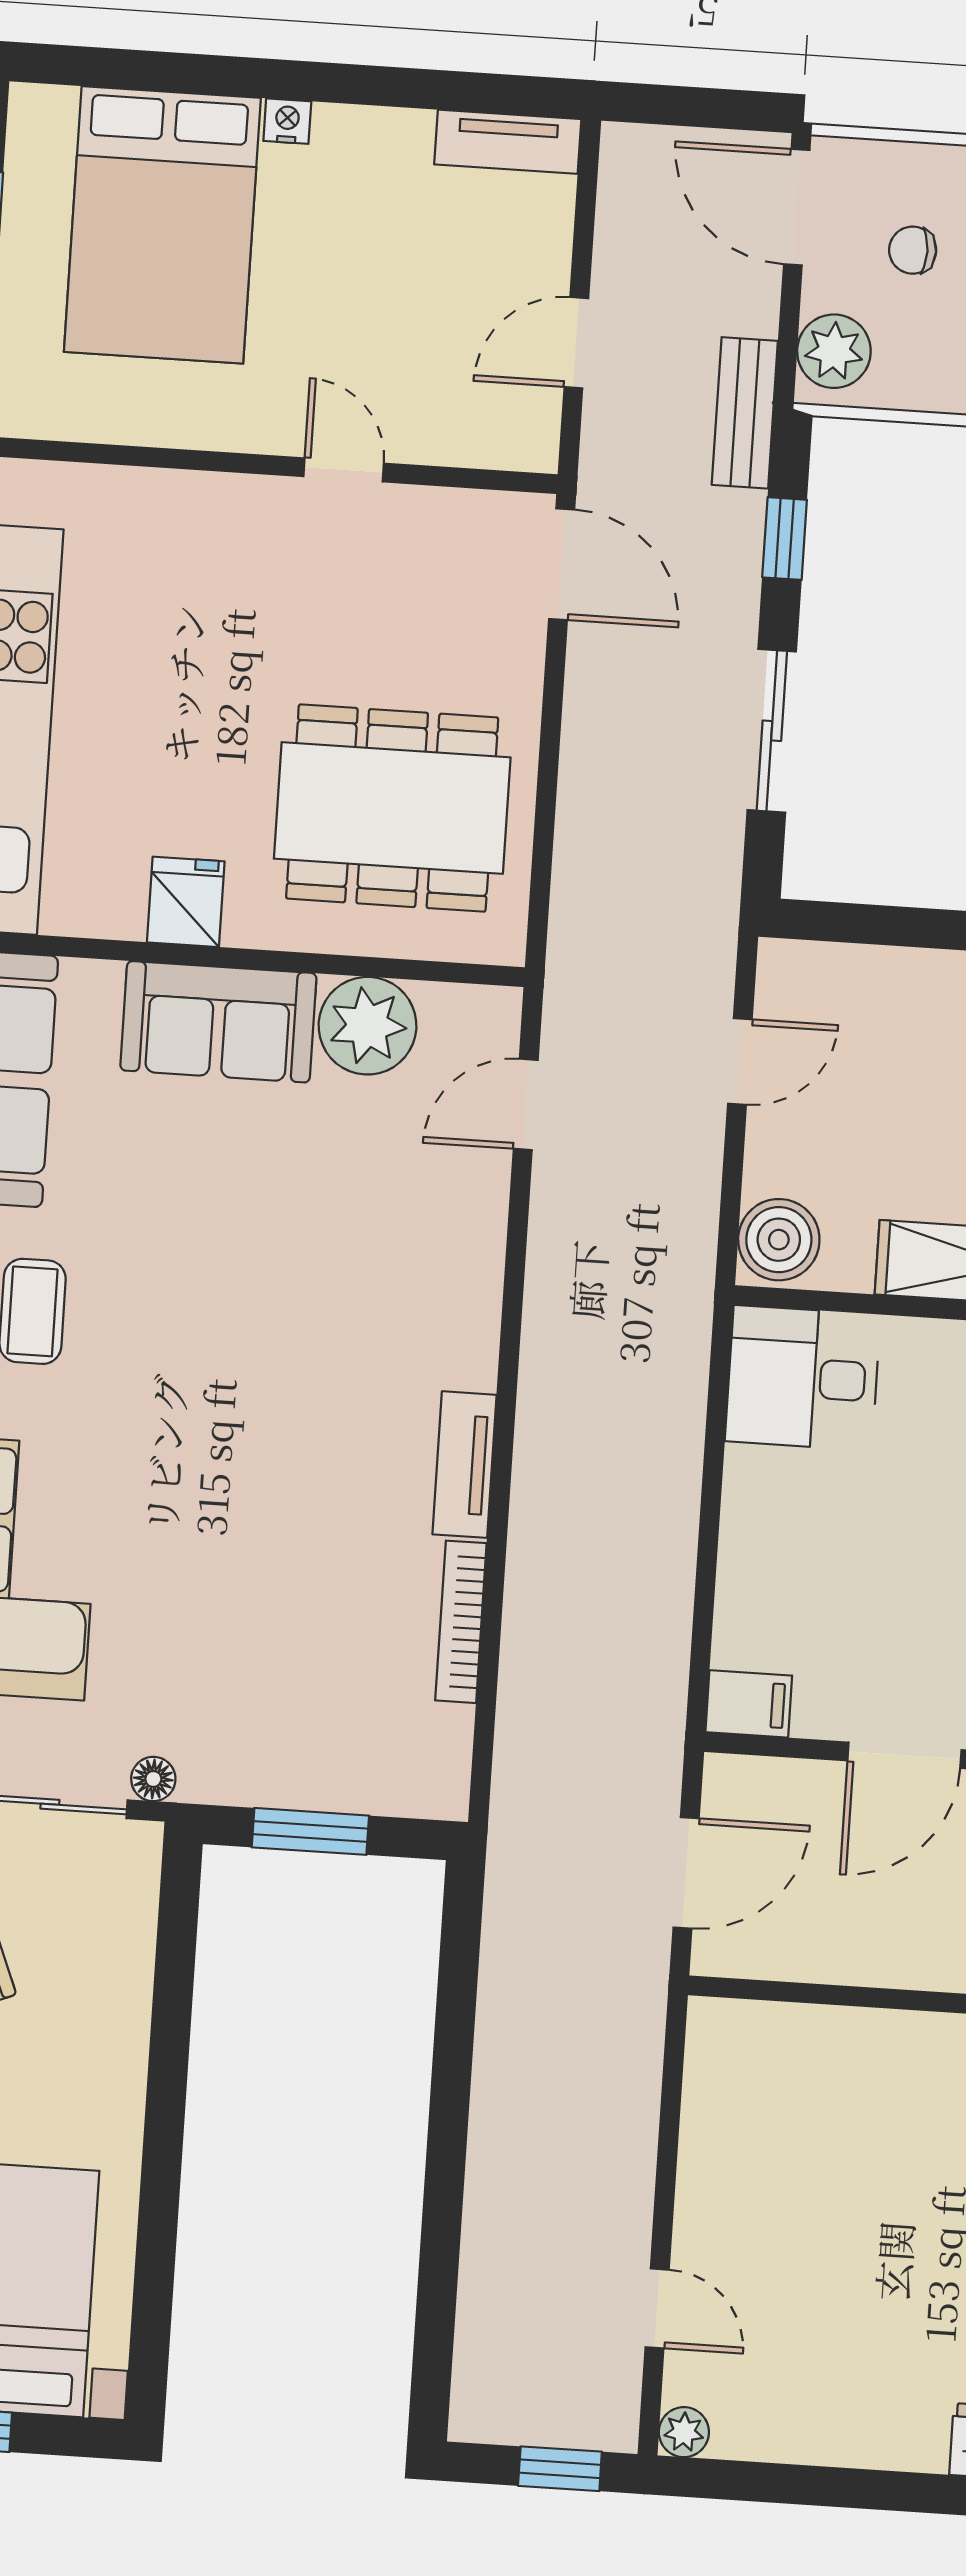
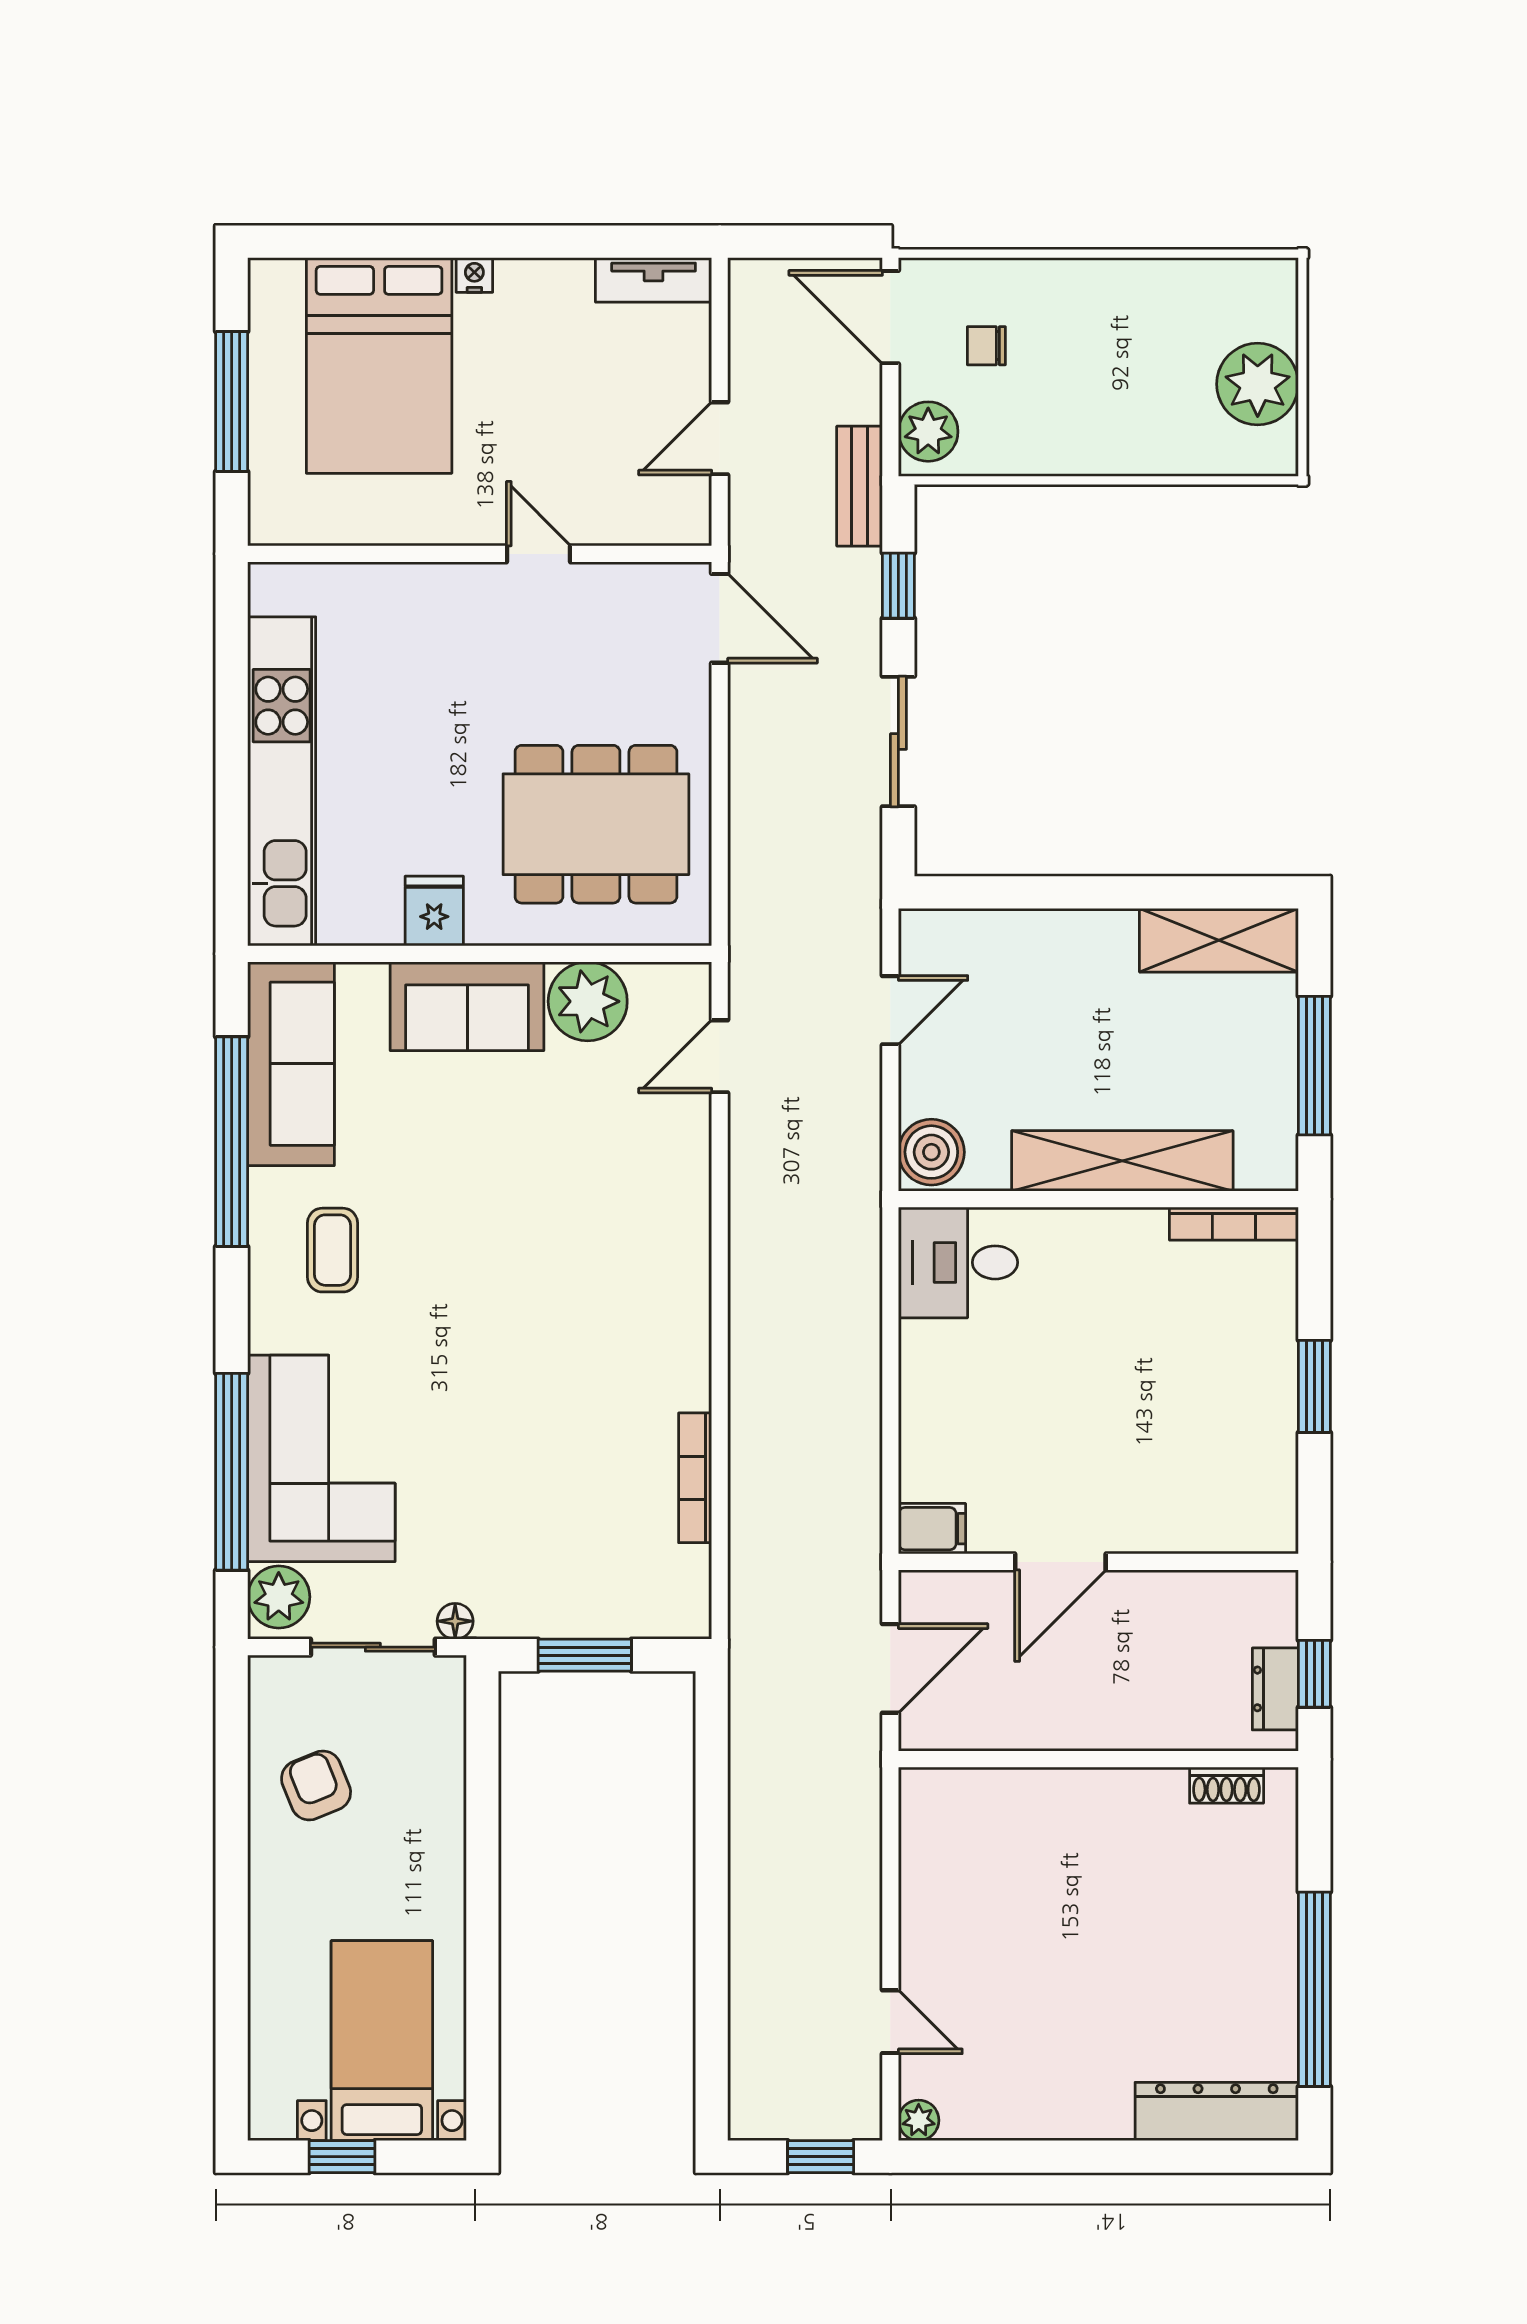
tv unit: (464, 1465) -> (690, 1351), removed

